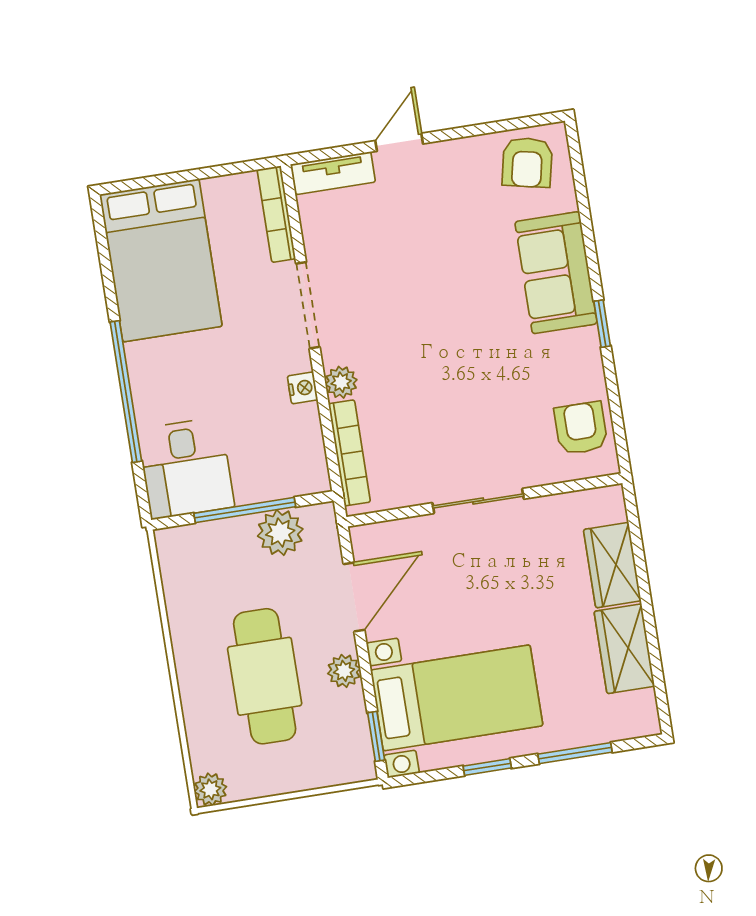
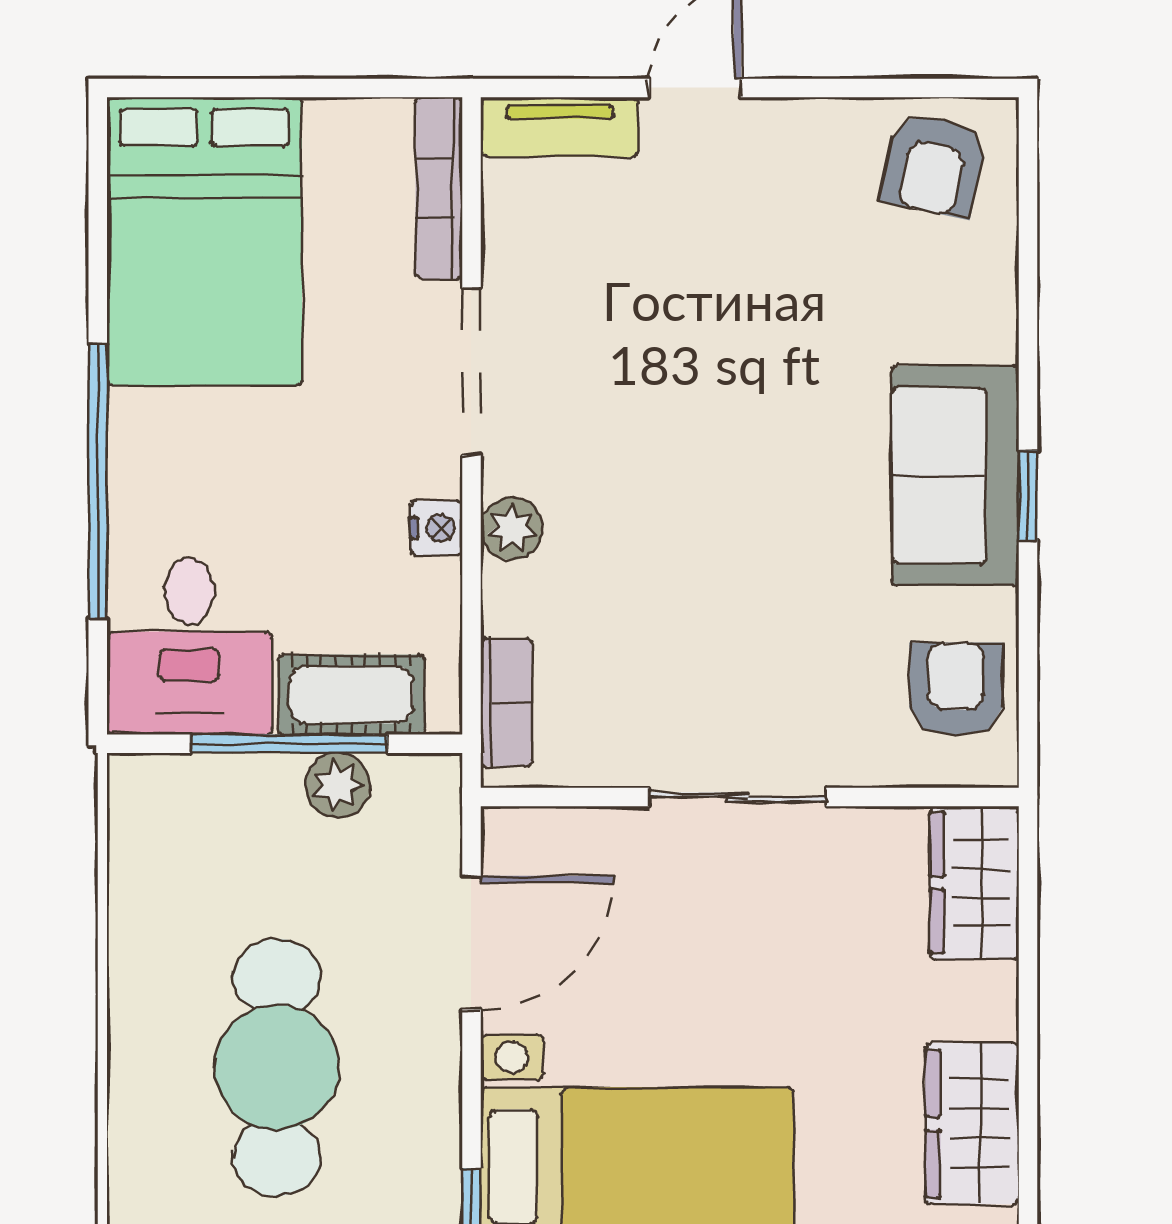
sofa: (556, 273) -> (955, 476), moved
bookcase: (349, 453) -> (506, 702), width x0.64
cot: (272, 480) -> (351, 695), added
plant: (280, 533) -> (338, 785), width x0.73, depth x0.73
wardrobe: (612, 565) -> (974, 883), moved
plant: (344, 671) -> (430, 1081), removed

